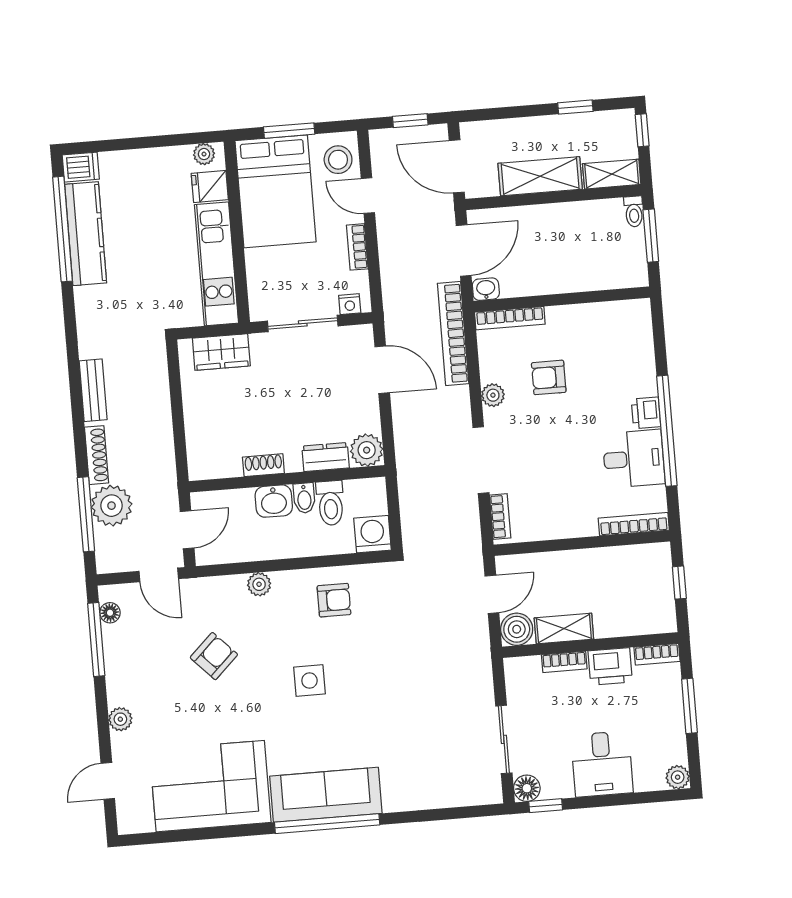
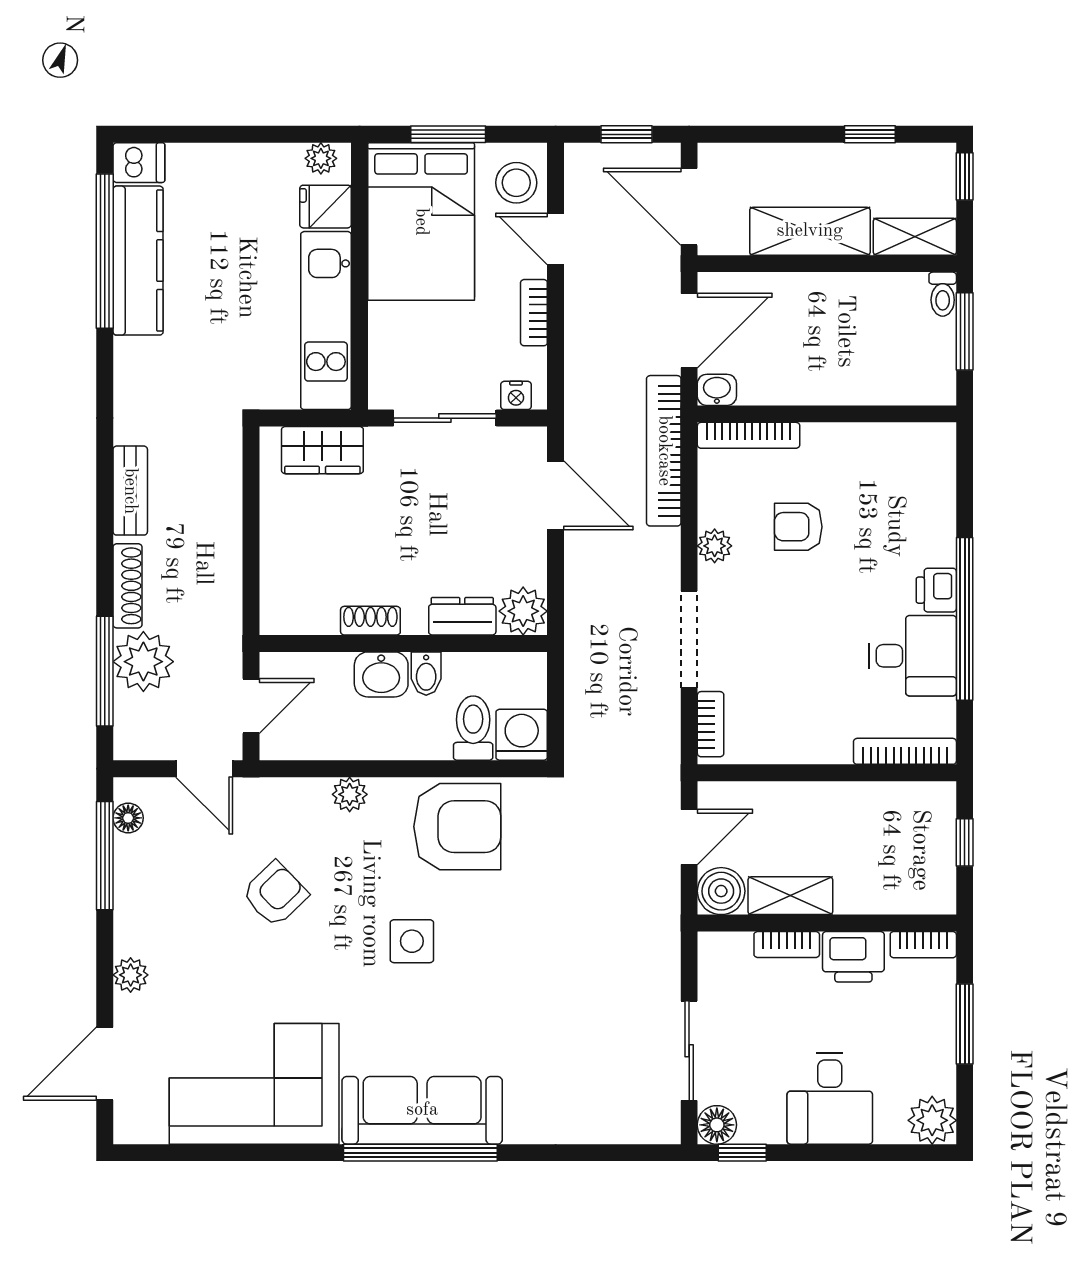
toilet: (330, 503) -> (473, 728), moved, turned 180
armchair: (334, 600) -> (457, 827), width x1.88, depth x1.88
plant: (678, 777) -> (932, 1120), width x1.38, depth x1.38
door: (108, 781) -> (105, 1064), width x1.38

